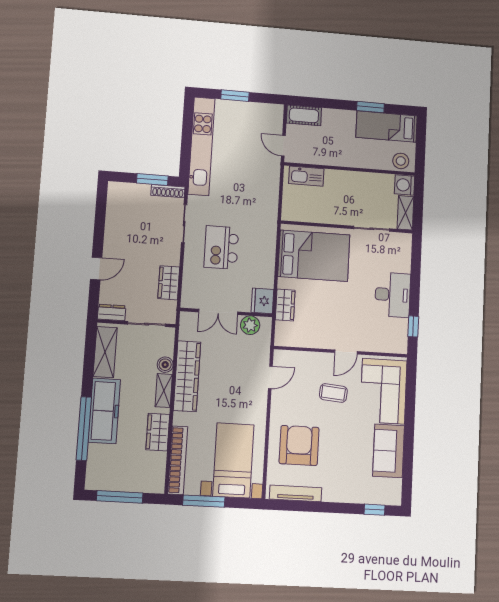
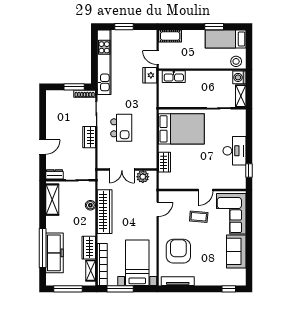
kitchen island: (221, 248) -> (121, 128), turned 180
wardrobe: (169, 283) -> (89, 137), moved
fridge: (262, 301) -> (150, 75), moved
shelving: (164, 391) -> (91, 271), moved
freezer: (104, 411) -> (55, 253), moved

